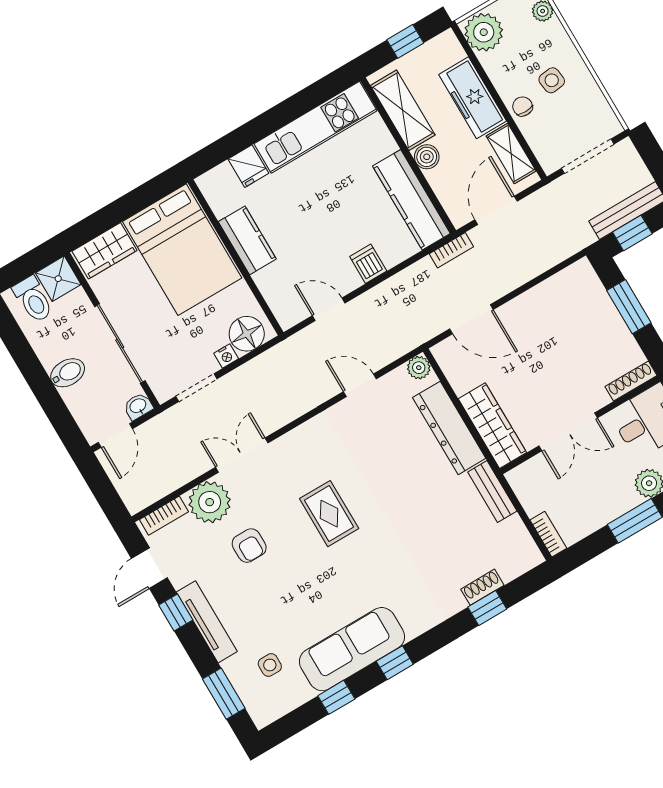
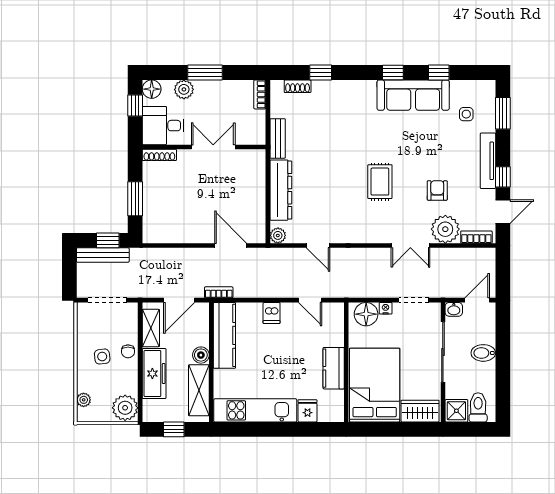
wardrobe: (492, 426) -> (255, 177), removed
shoe rack: (482, 587) -> (298, 86), moved

